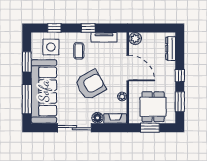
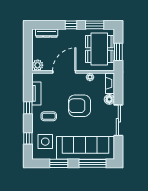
armchair: (90, 85) -> (79, 106), turned -61
dining table: (153, 107) -> (99, 49), width x1.38

